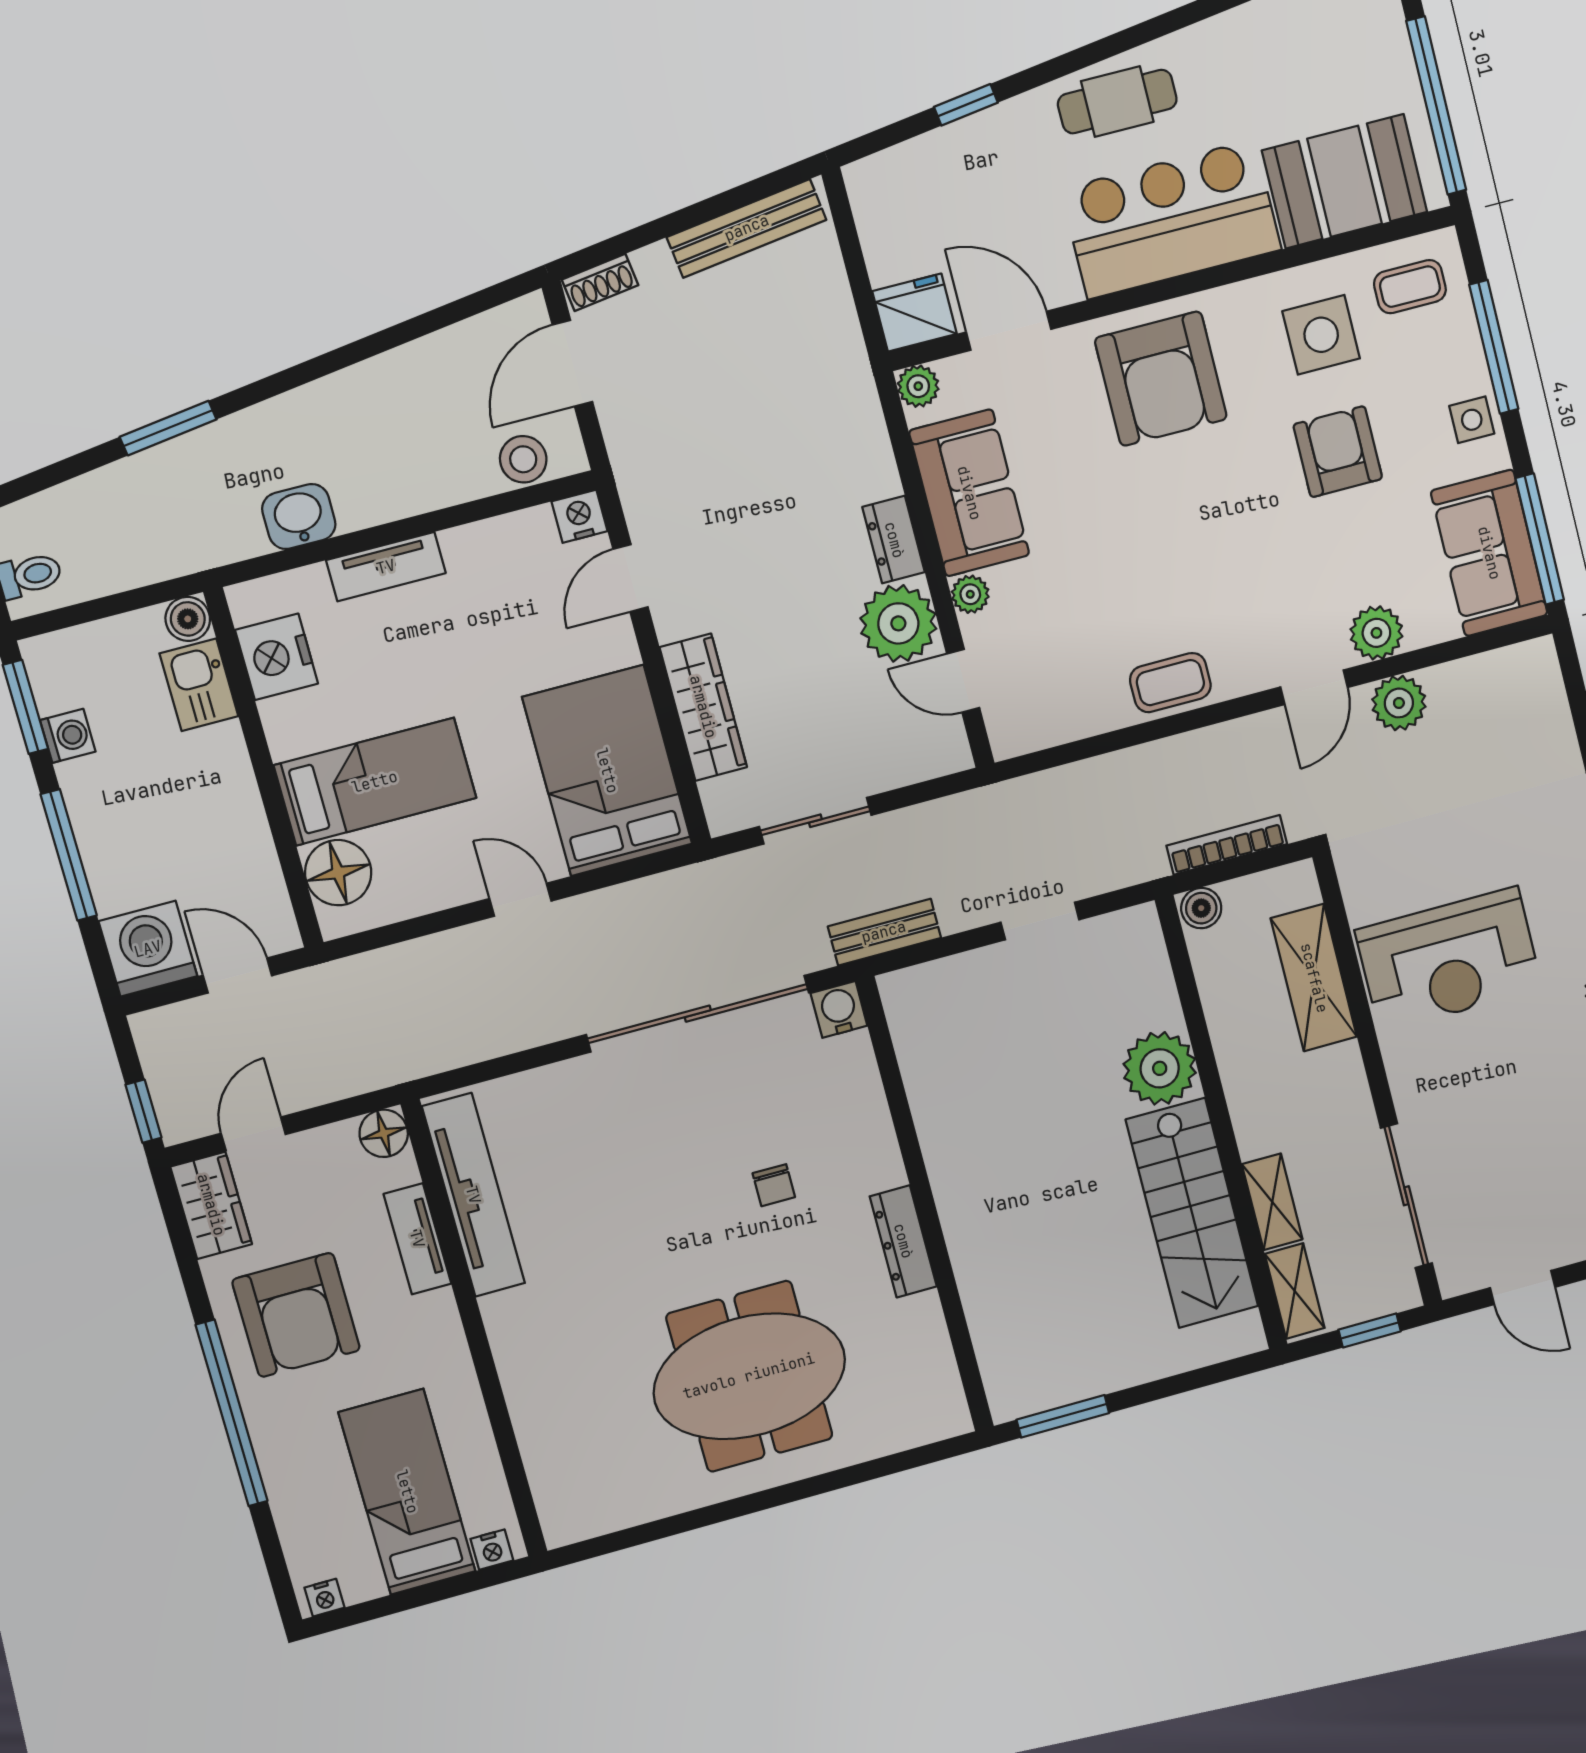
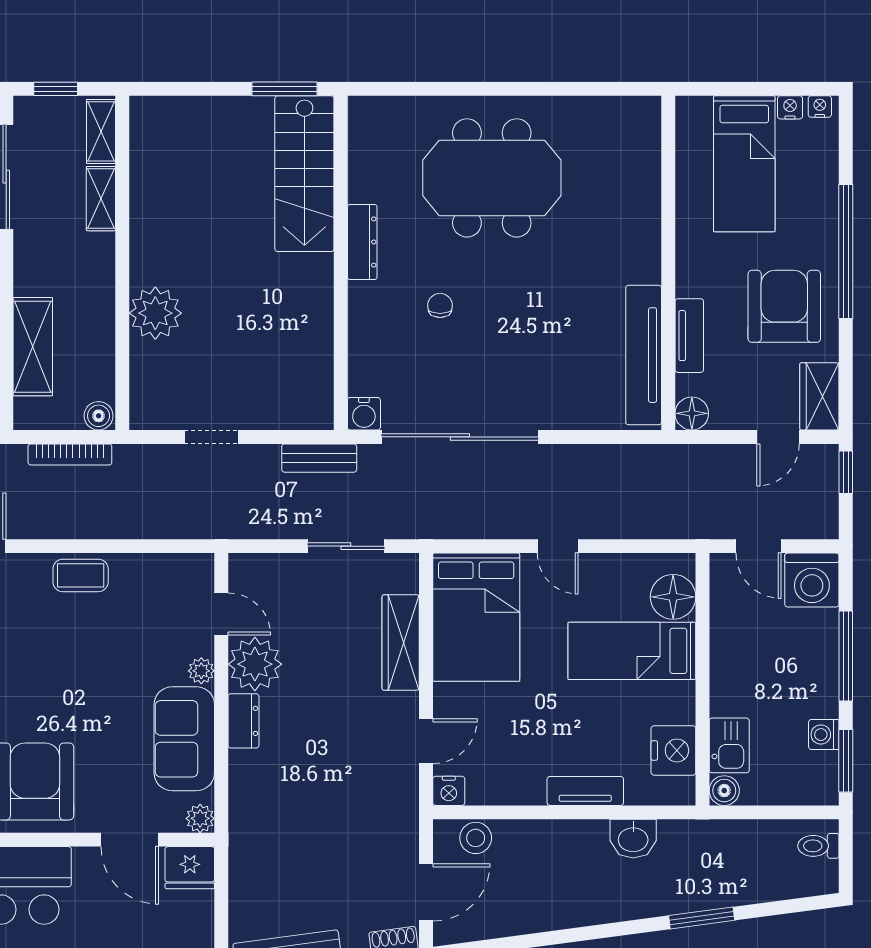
stairs: (1192, 1213) -> (304, 174), moved, turned 180
nightstand: (492, 1550) -> (790, 107), moved

